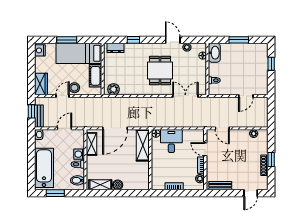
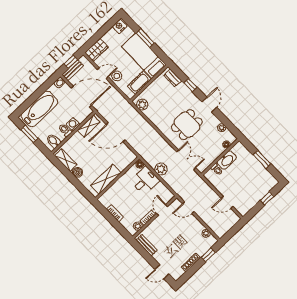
door: (173, 40) -> (209, 105), moved
washbasin: (214, 53) -> (227, 160), moved
plant: (174, 121) -> (161, 169), added
door: (64, 128) -> (81, 97), width x1.87
door: (222, 128) -> (188, 208), hinge flipped
shelving: (143, 145) -> (106, 179), moved
window: (271, 159) -> (208, 255), moved

